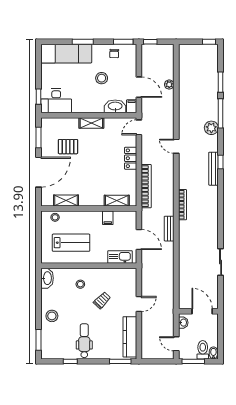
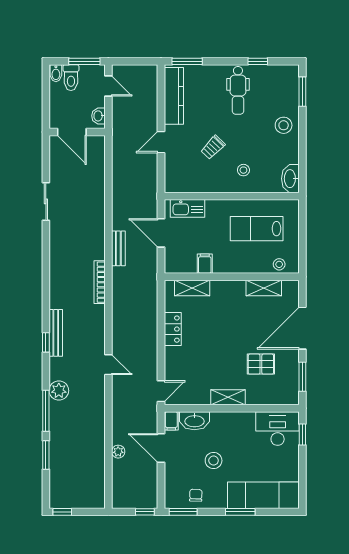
locker: (131, 158) -> (173, 329), moved
bookcase: (146, 186) -> (151, 308), removed

